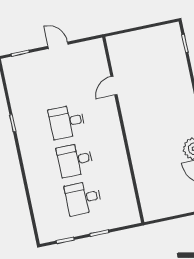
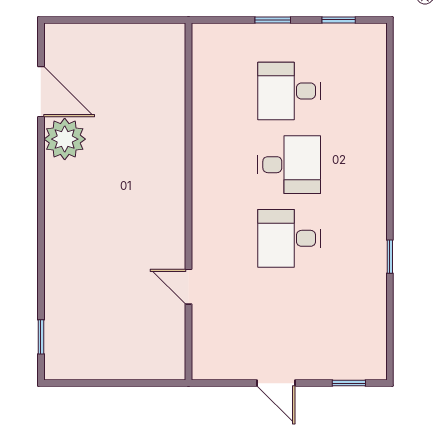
door: (114, 86) -> (188, 287), swing flipped
desk: (67, 122) -> (289, 238), turned 180
desk: (83, 198) -> (289, 91), turned 180

